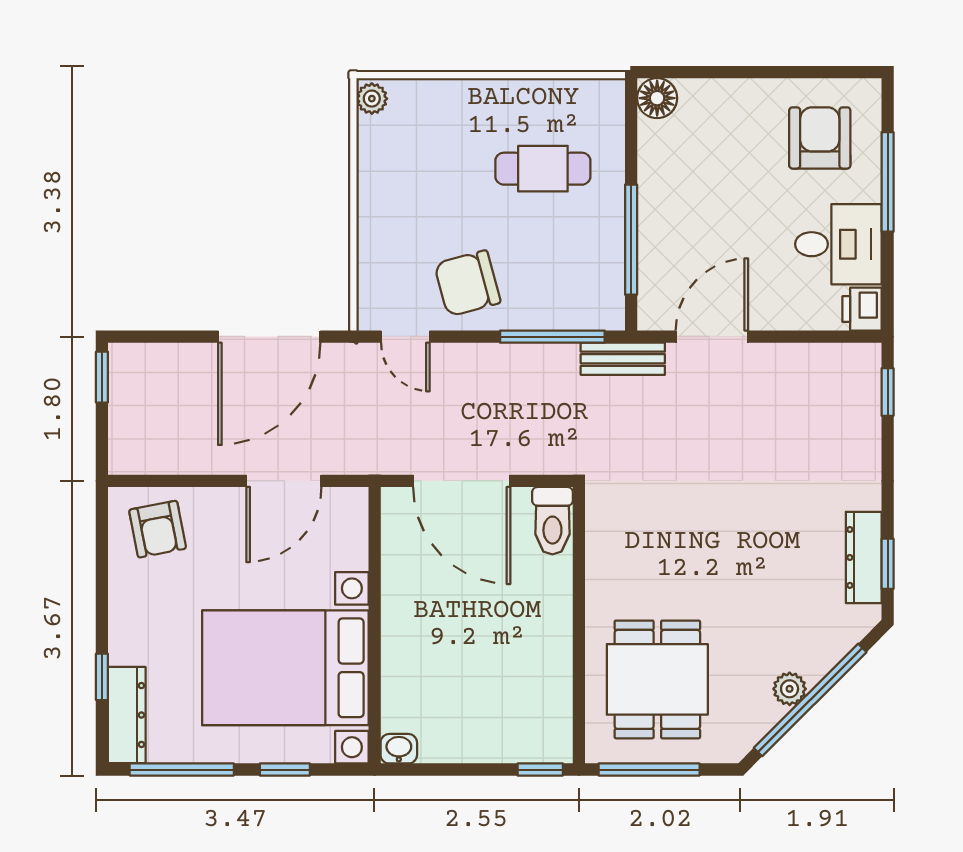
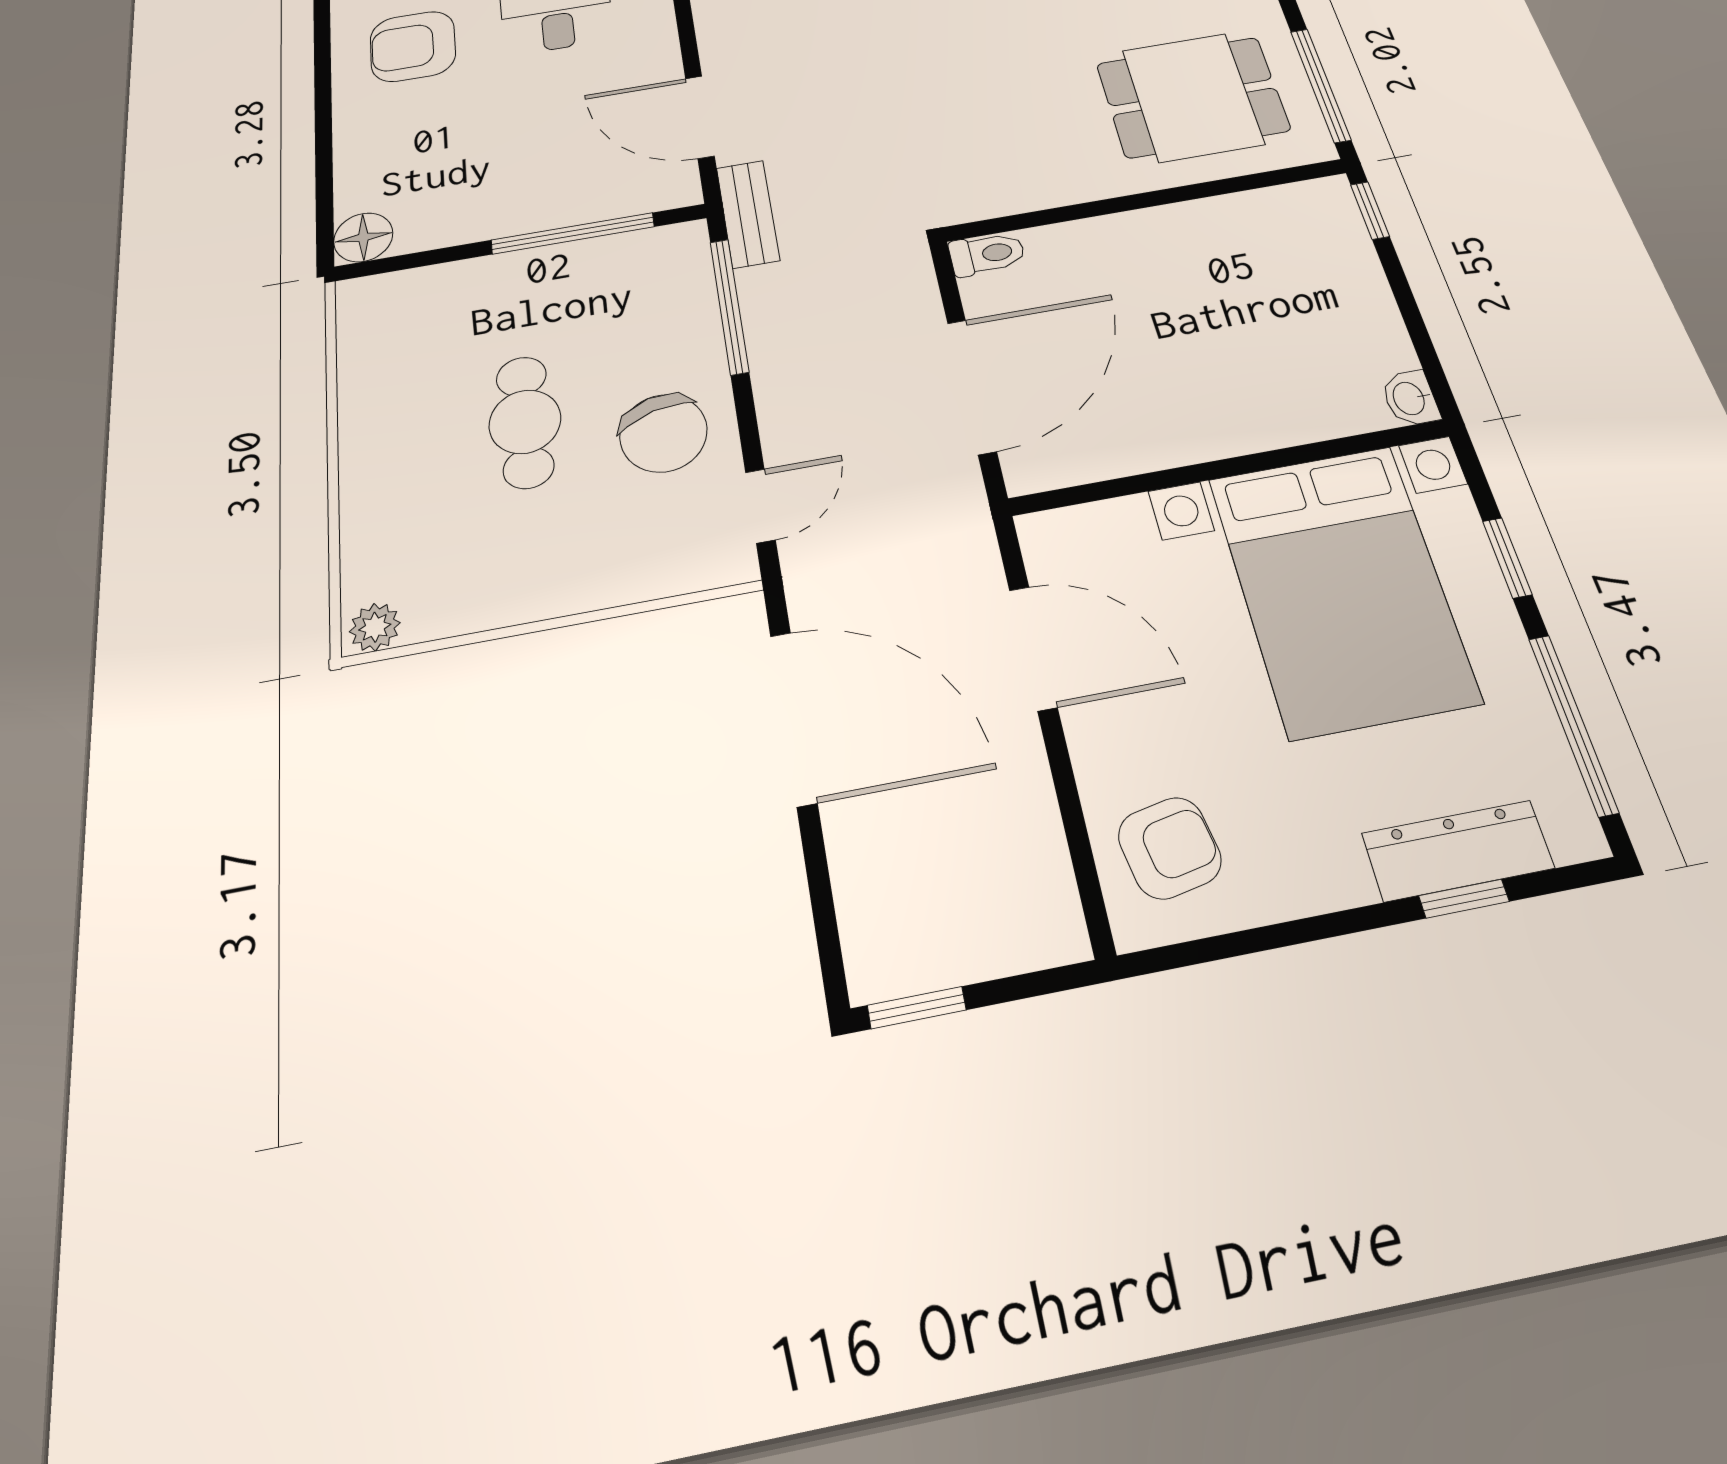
cafe table: (543, 169) -> (525, 422), moved
toilet: (552, 521) -> (987, 254), width x0.73, depth x0.72
dresser: (127, 715) -> (1458, 851), moved

